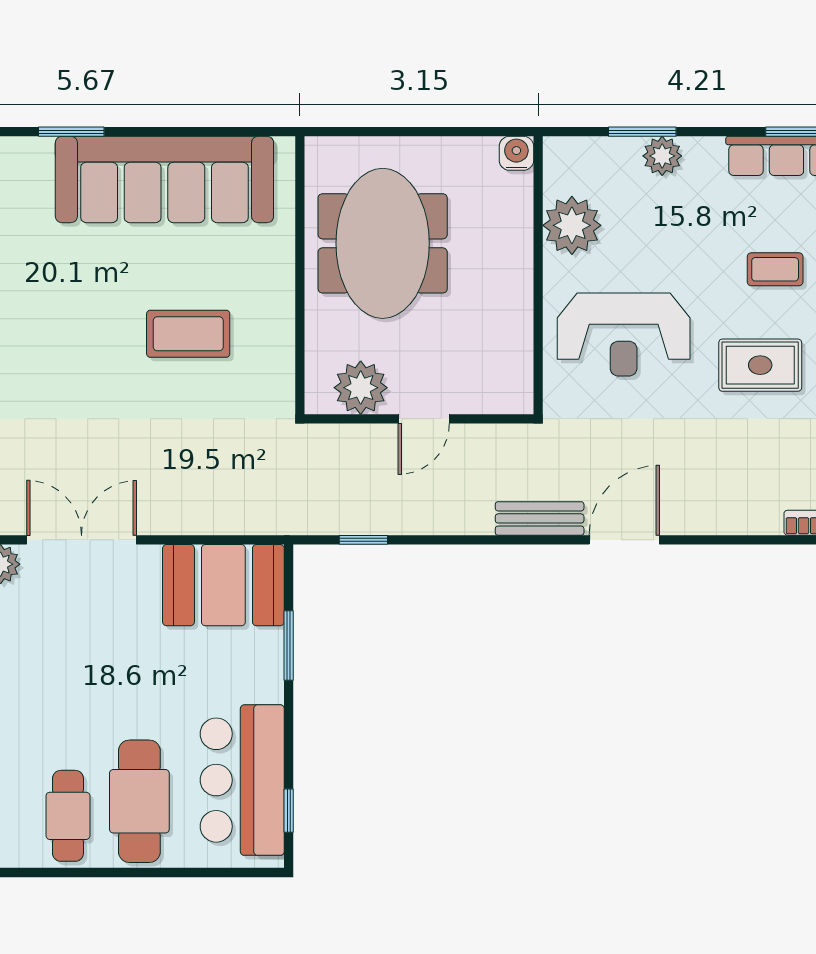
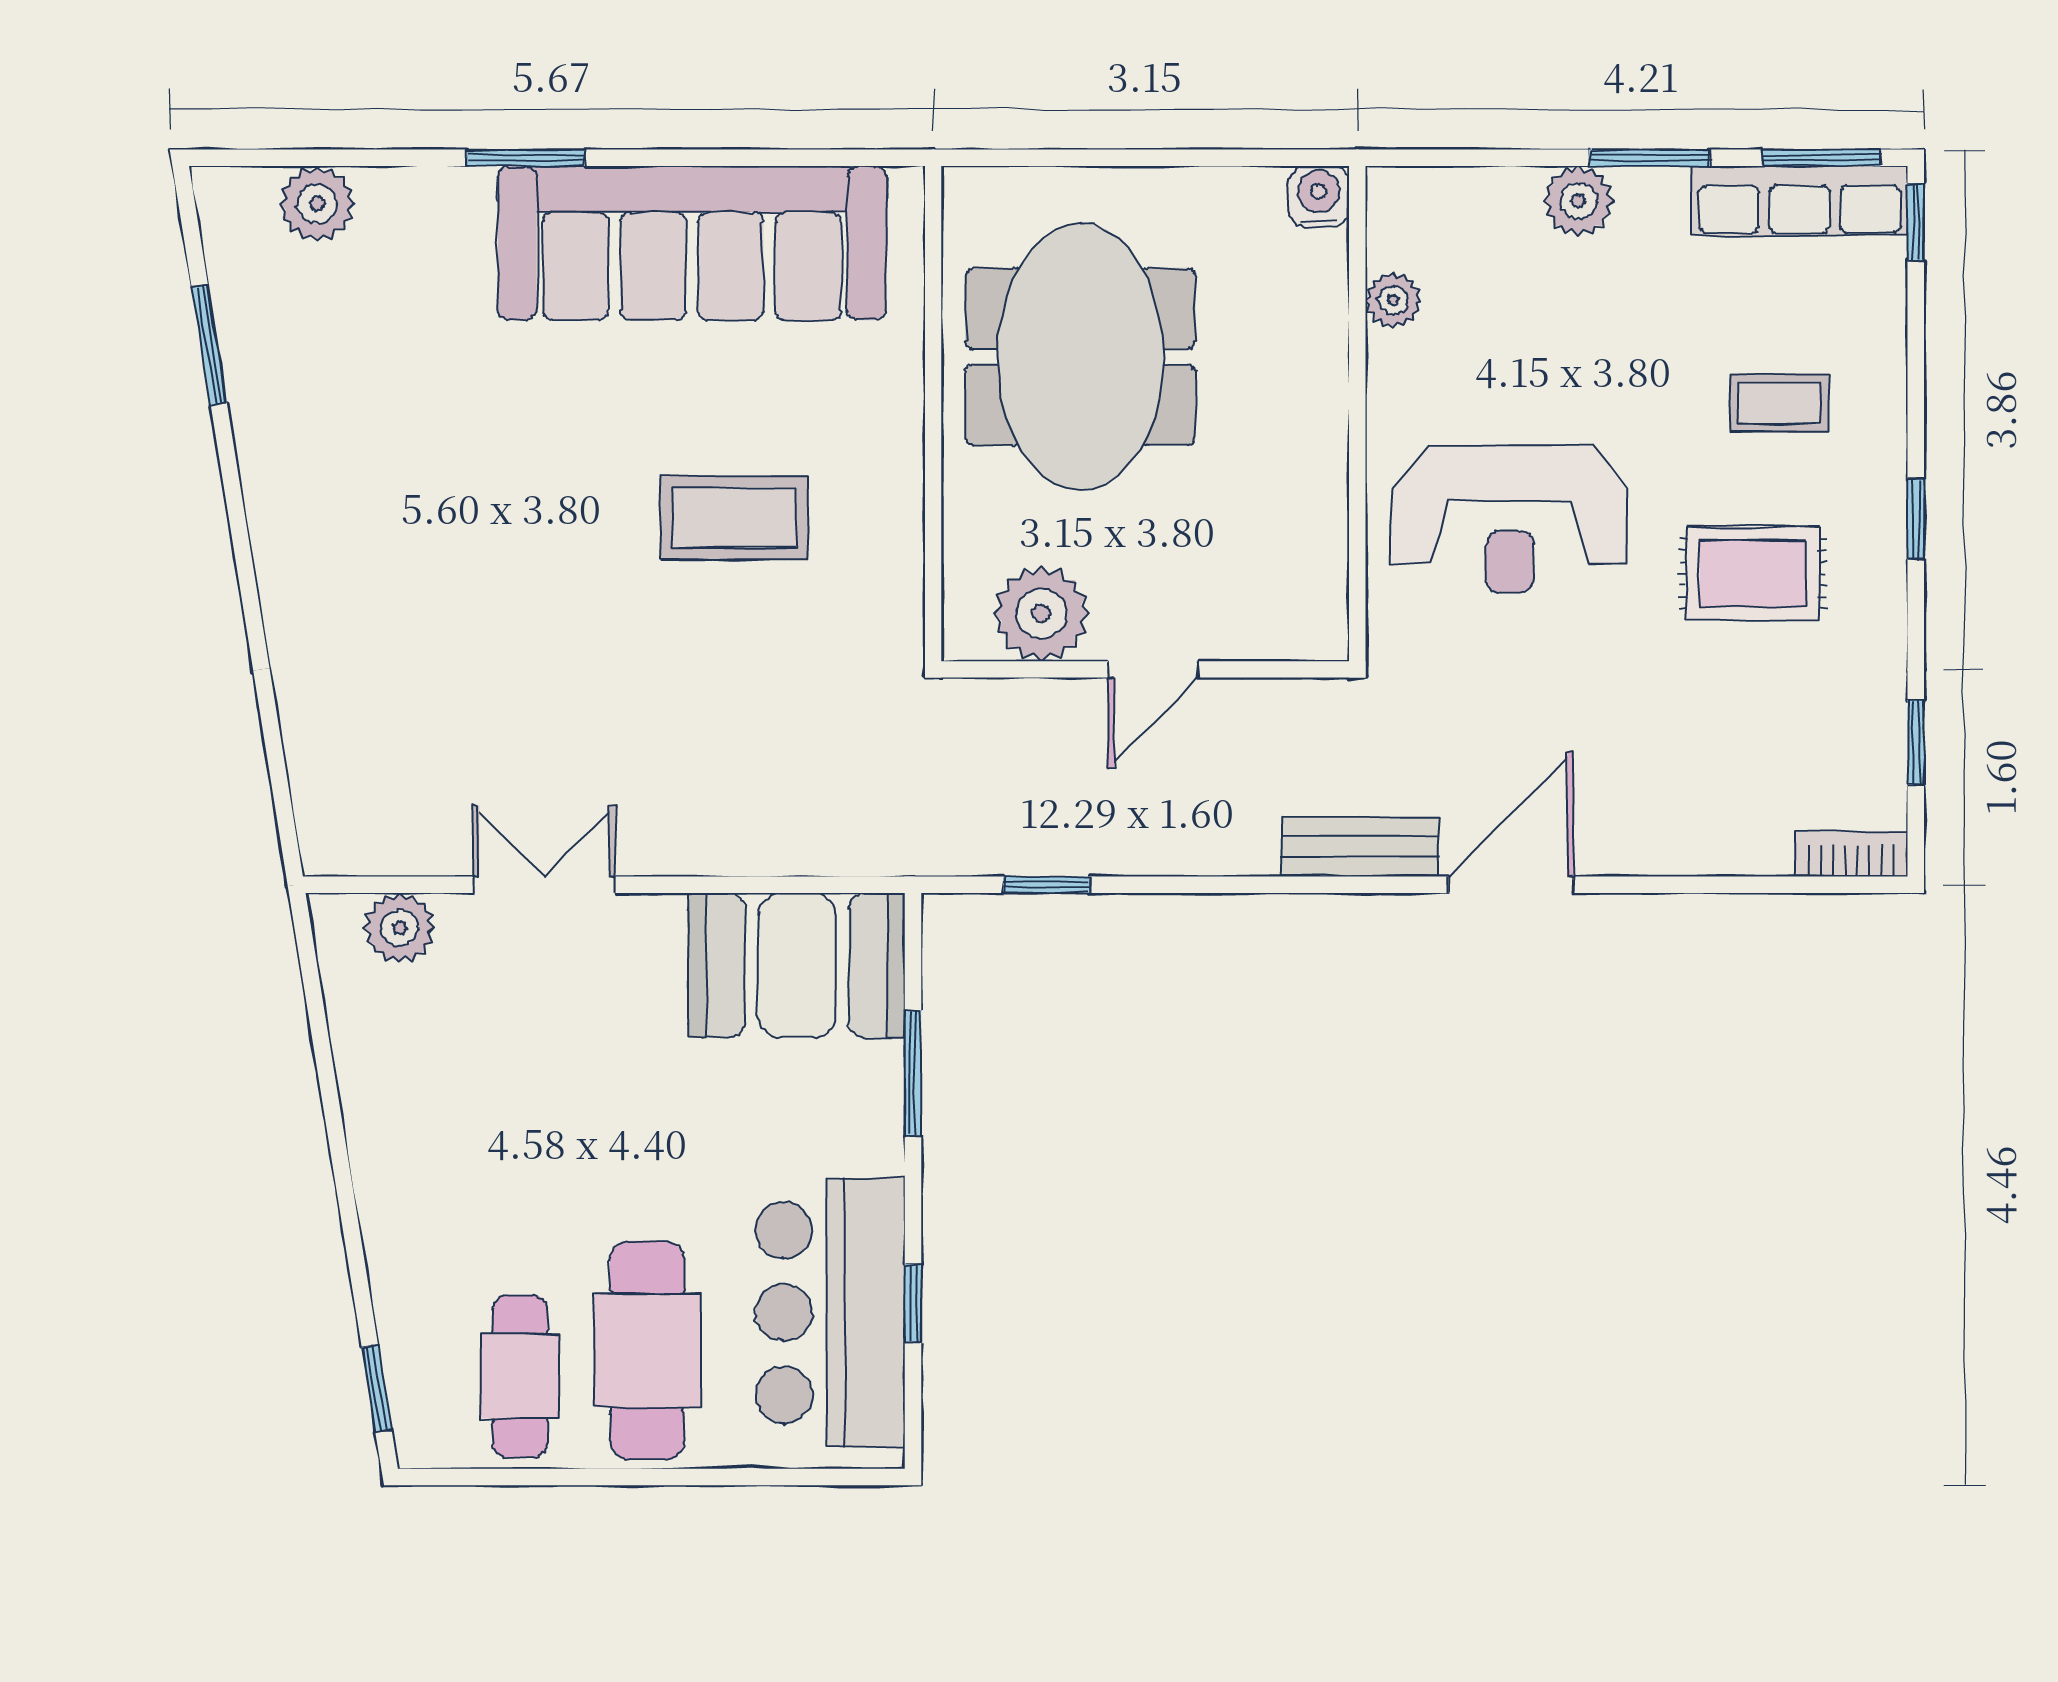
window: (642, 132) -> (1650, 158), moved
plant: (572, 225) -> (1393, 300), width x0.53, depth x0.53
double door: (82, 540) -> (544, 885), width x0.73
window: (289, 811) -> (913, 1303), moved

